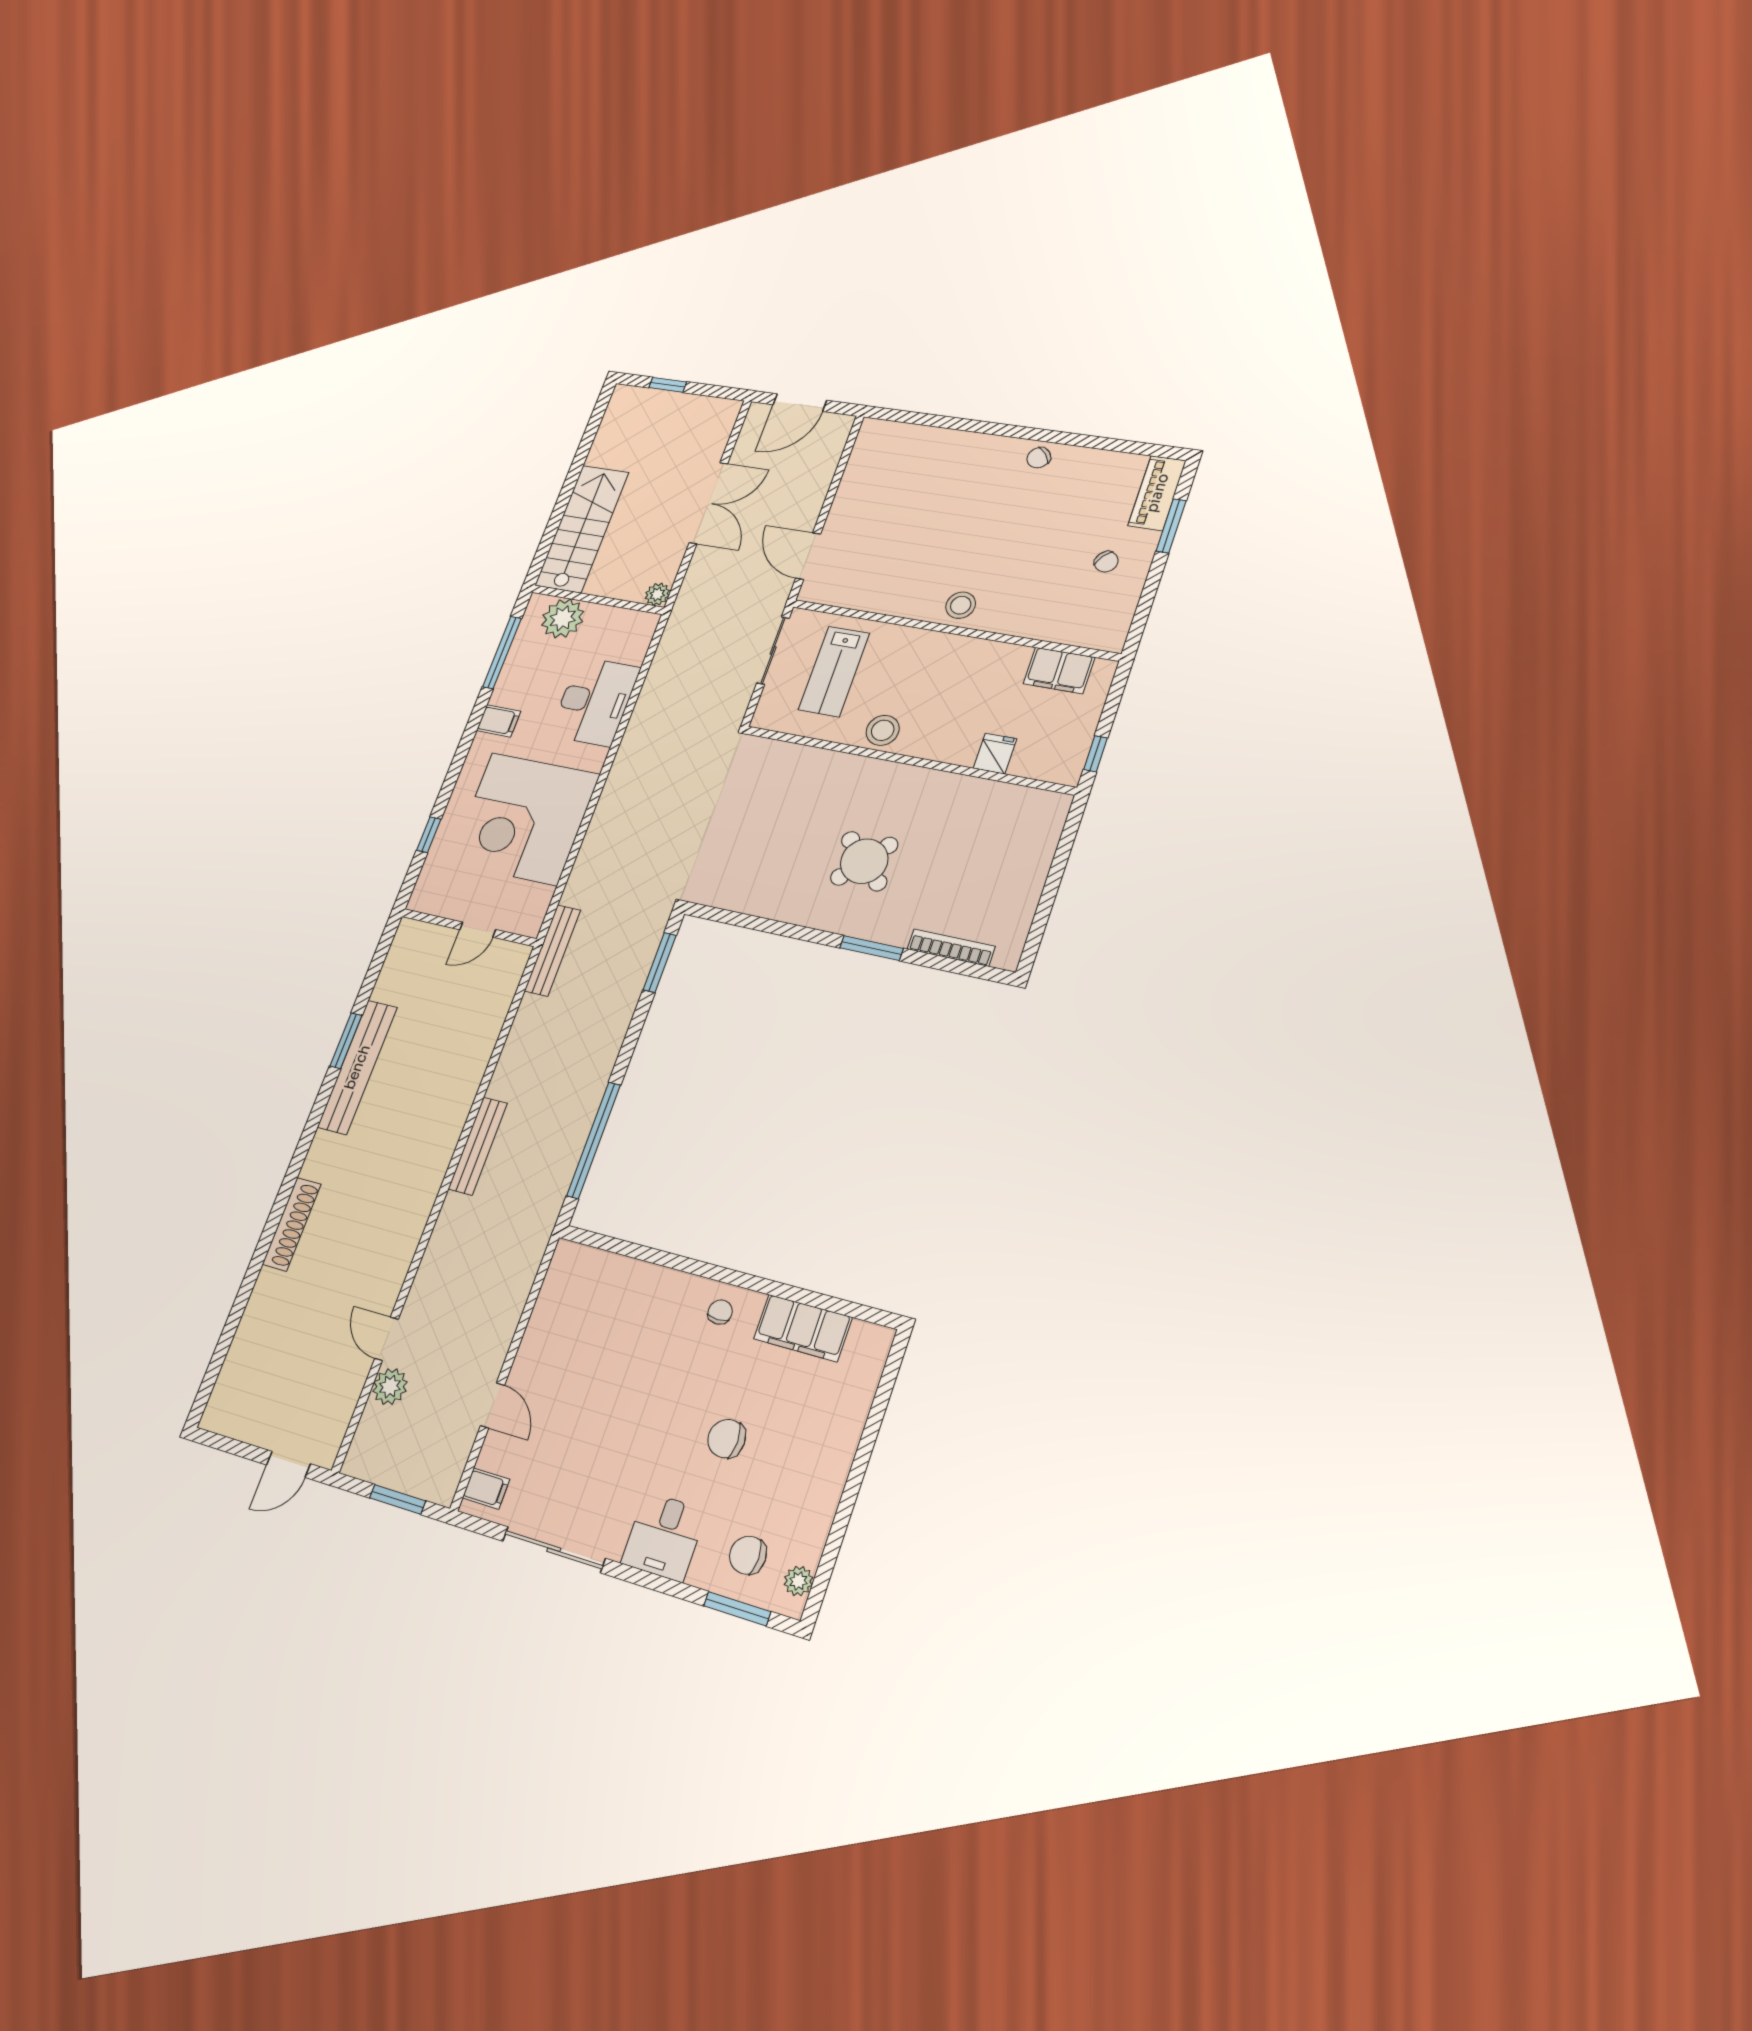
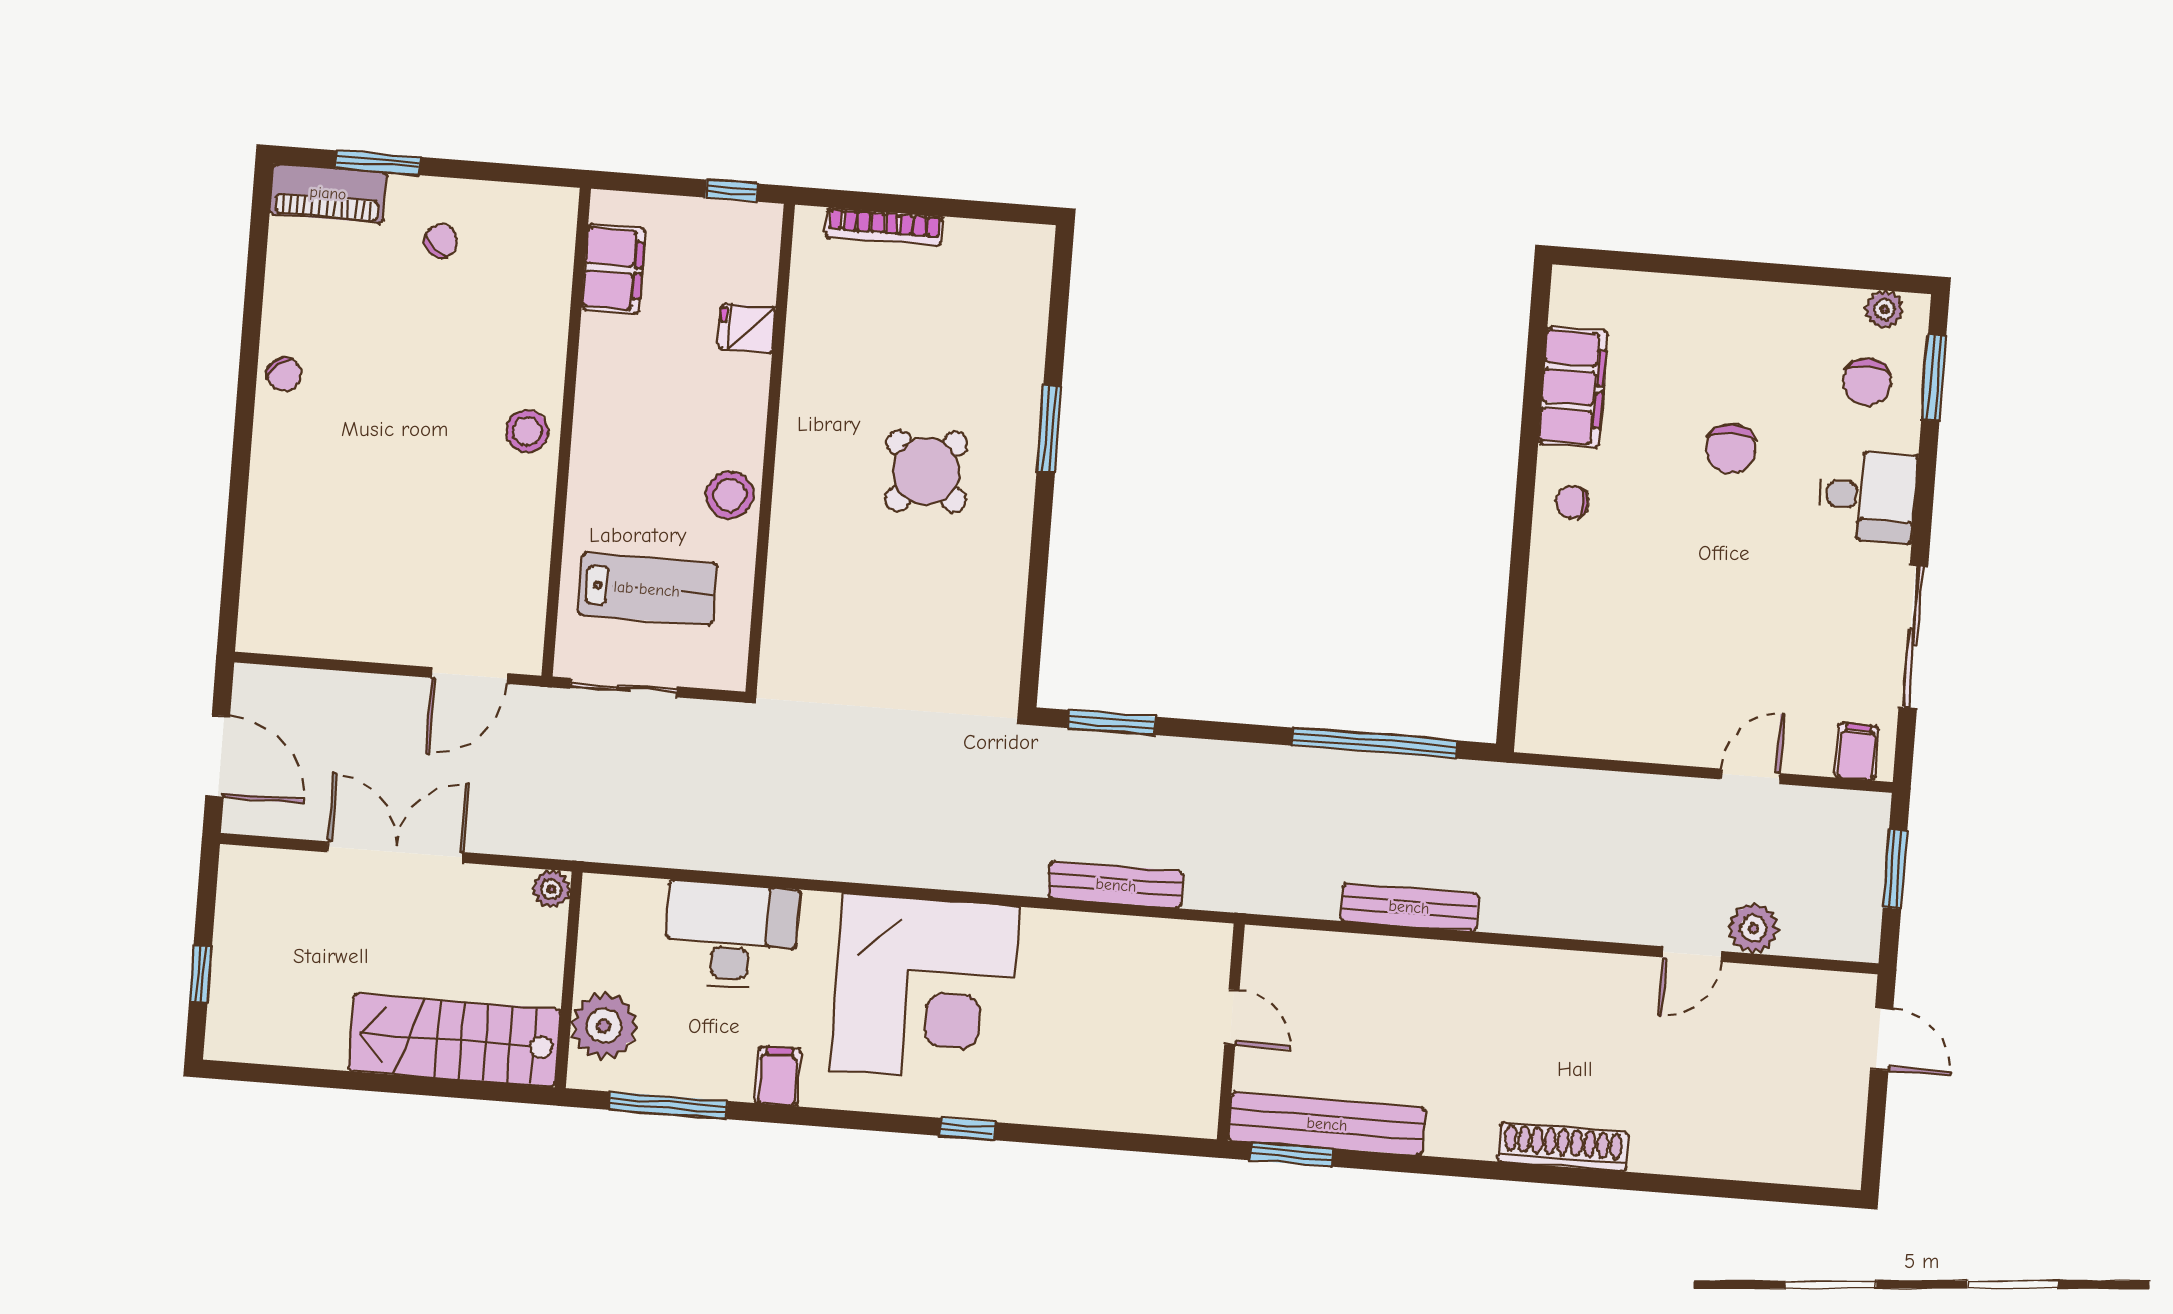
wall: (469, 928) -> (1231, 1032), moved
door: (478, 930) -> (1232, 1017), moved
bookcase: (951, 948) -> (884, 227), moved, turned -90

